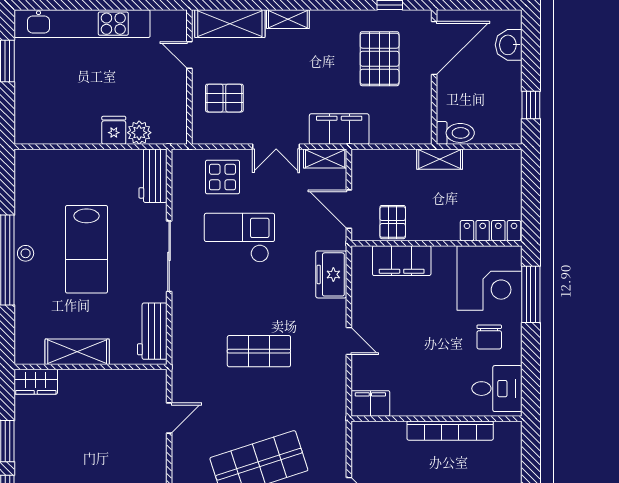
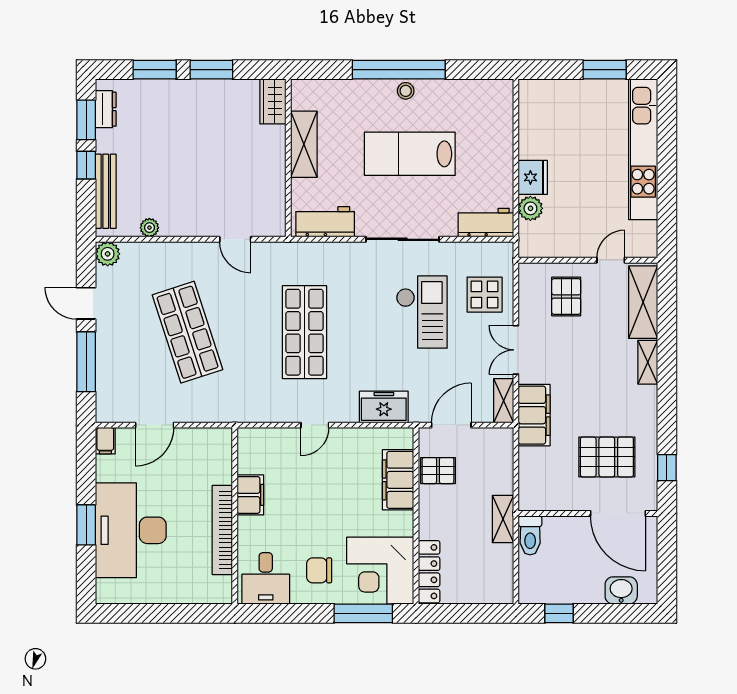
fridge: (114, 130) -> (533, 177), width x1.38
shop shelf: (259, 351) -> (304, 332), width x1.43, depth x1.36
filing cabinet: (370, 403) -> (250, 495), moved

